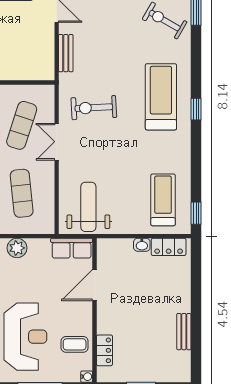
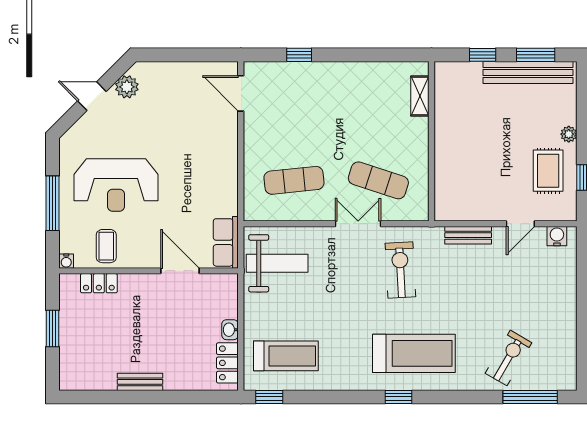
plant: (17, 248) -> (226, 175), removed
bench: (184, 332) -> (140, 382), moved

